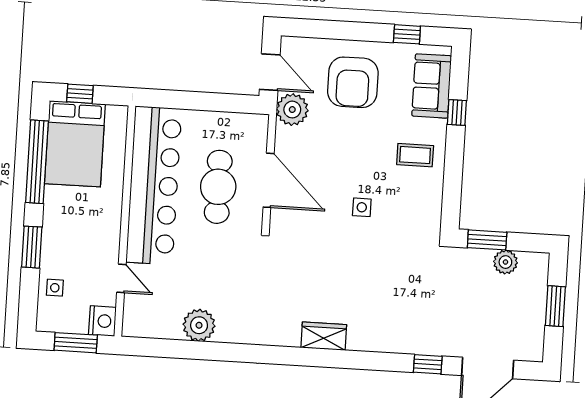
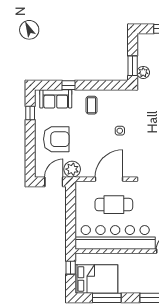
window: (80, 94) -> (71, 268), moved
window: (37, 162) -> (107, 298), width x0.68
plant: (505, 262) -> (143, 72), moved

